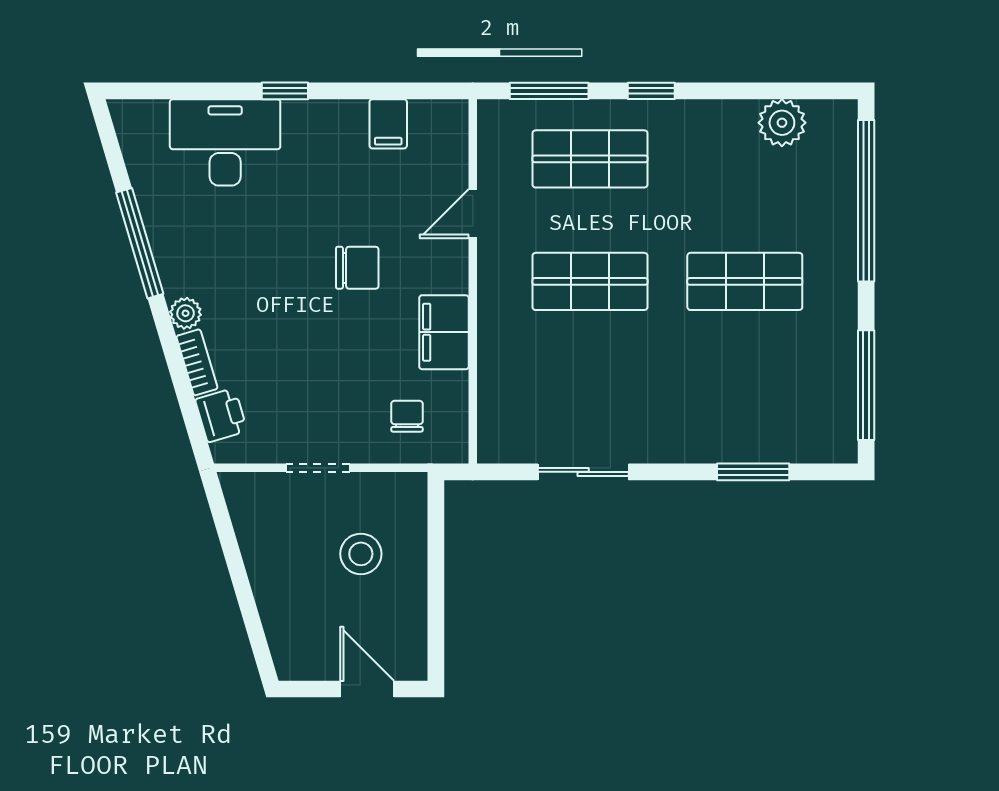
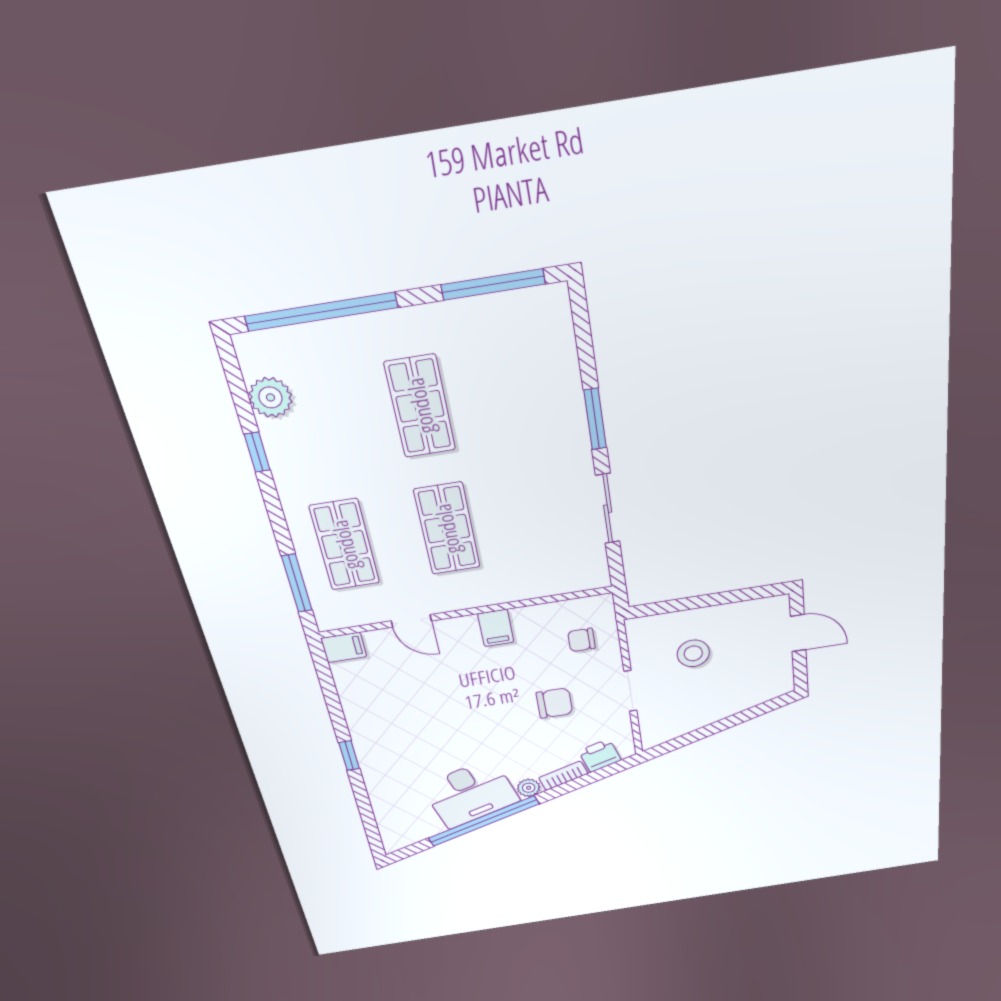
window: (651, 91) -> (257, 452), moved
filing cabinet: (388, 124) -> (344, 647), moved
desk: (225, 142) -> (470, 794), moved, turned -107
window: (140, 243) -> (483, 821), width x1.46
chair: (357, 268) -> (554, 703), moved, turned 90
filing cabinet: (444, 332) -> (496, 628), width x0.50
window: (753, 472) -> (595, 419), moved
door: (367, 689) -> (798, 633), swing flipped

